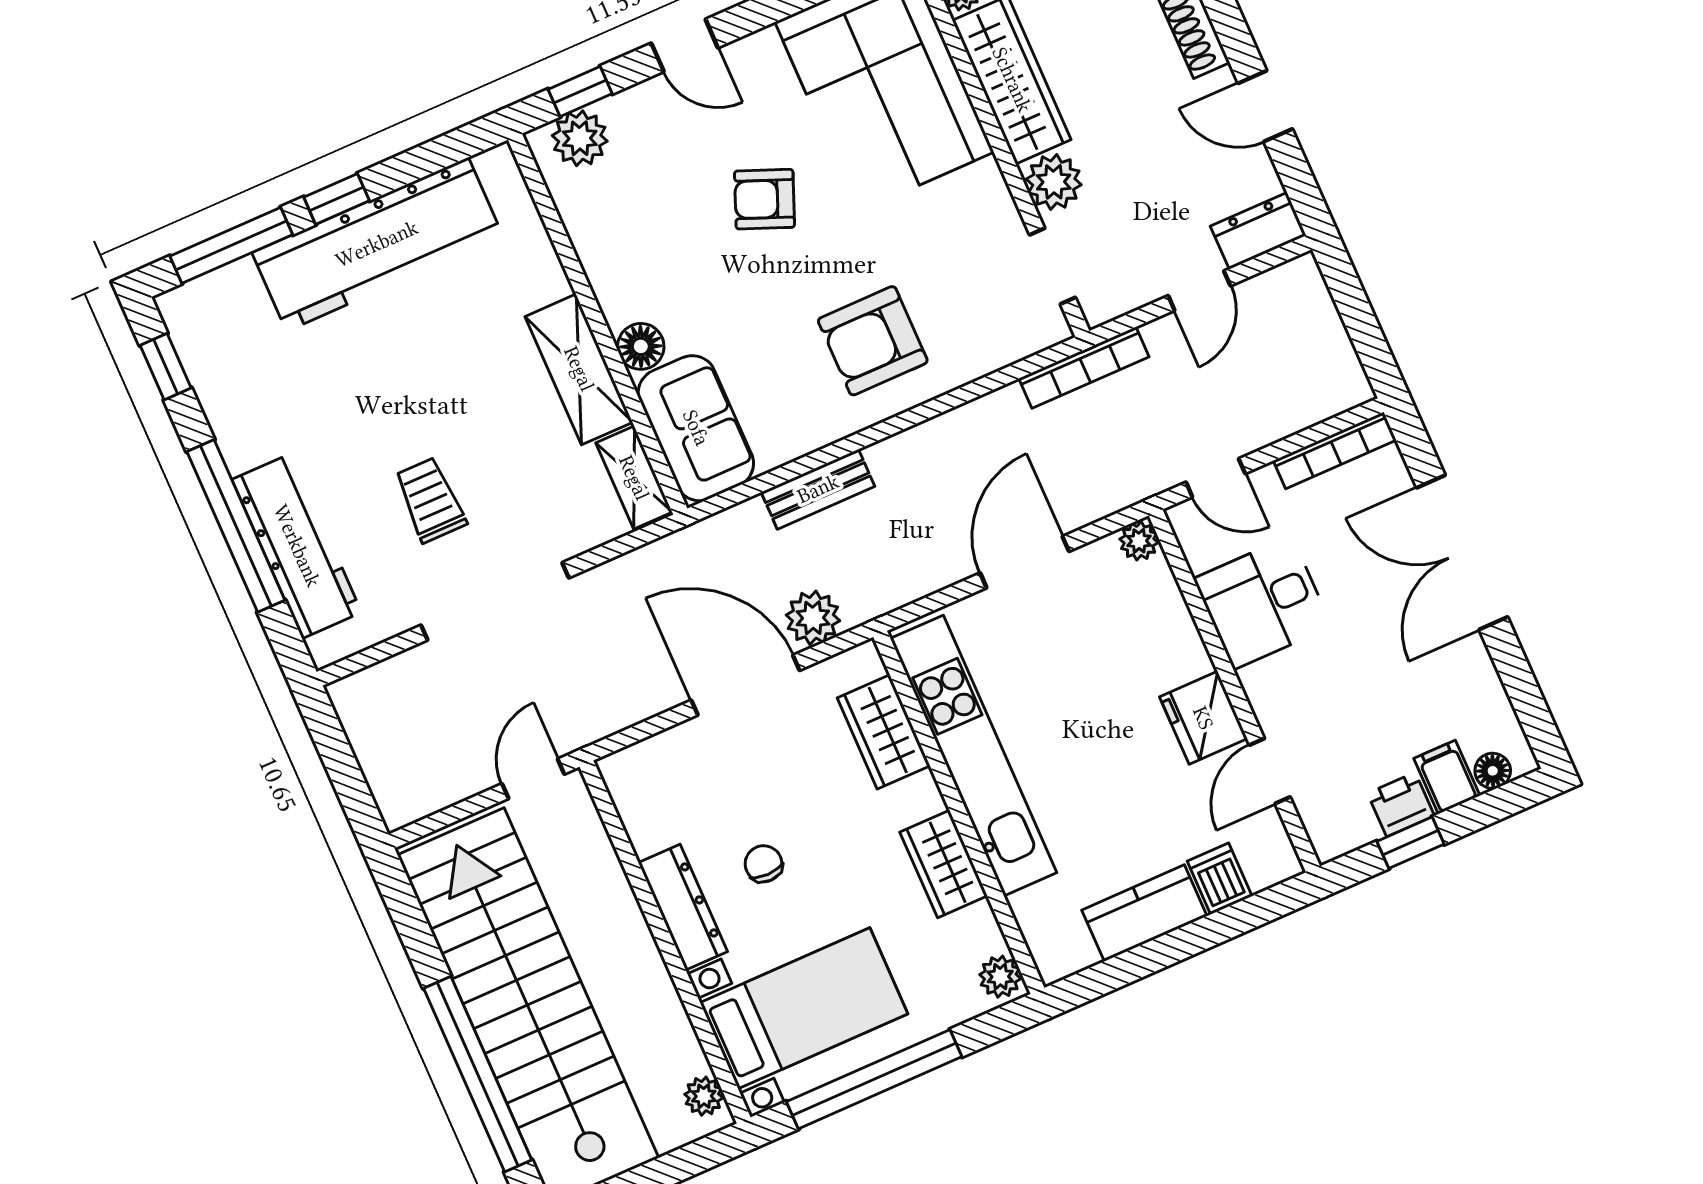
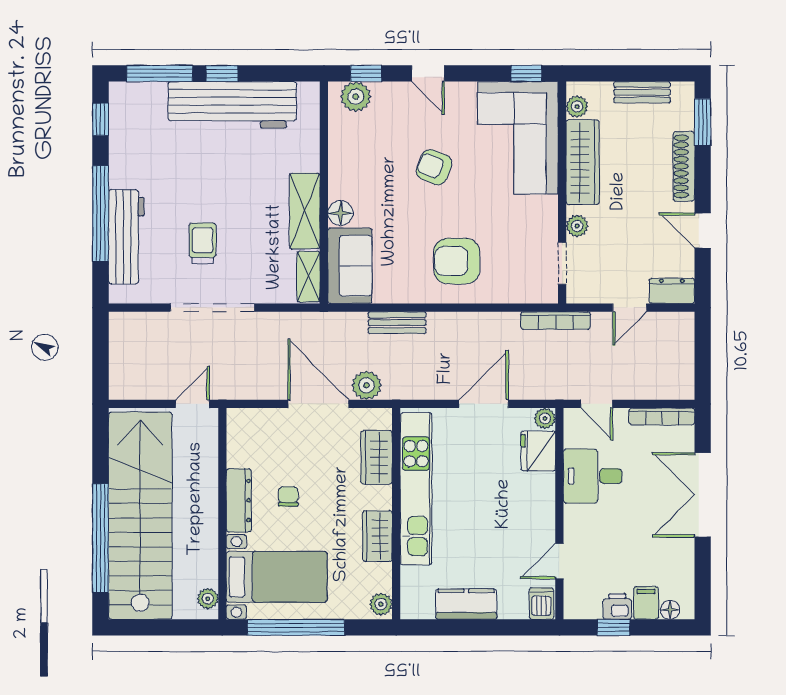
plant: (1054, 182) -> (577, 226), width x0.73, depth x0.73
fridge: (1203, 718) -> (538, 451), moved
dishwasher: (1220, 879) -> (541, 604), moved

